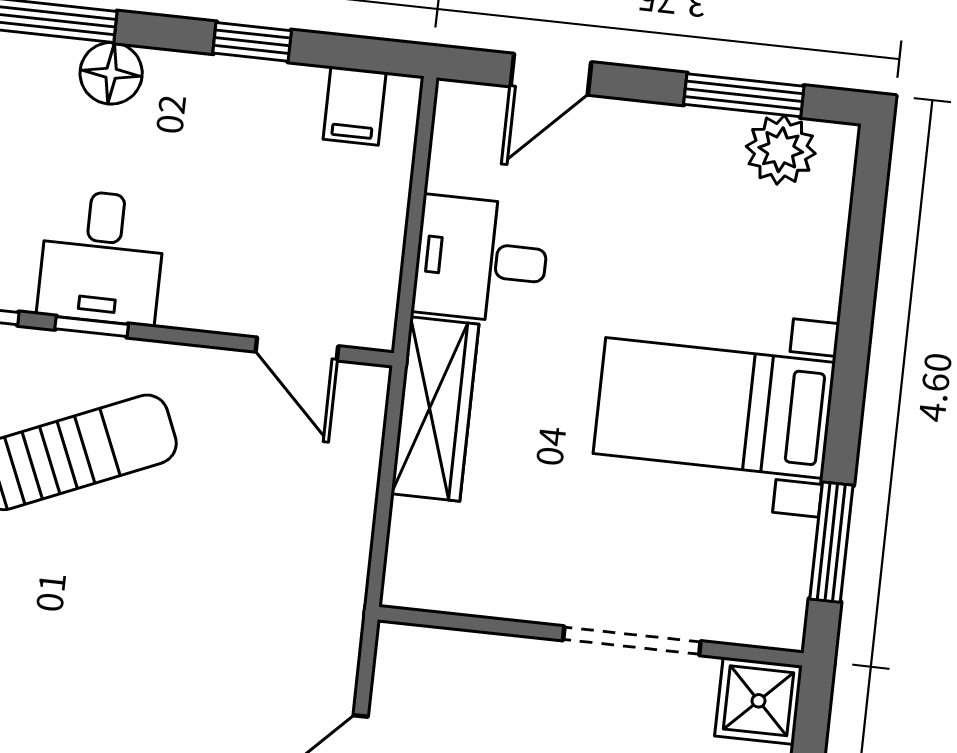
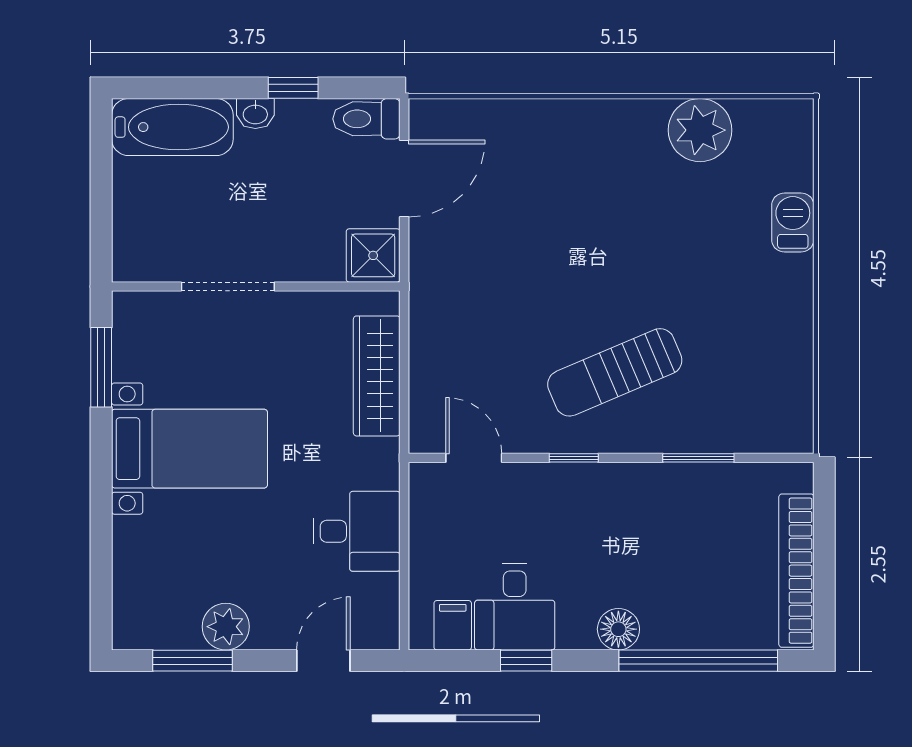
plant: (781, 150) -> (226, 627), moved
desk: (102, 257) -> (515, 607), moved, turned 180
window: (92, 327) -> (574, 458), moved
wardrobe: (435, 409) -> (377, 376), moved
shower: (759, 701) -> (373, 255), moved

